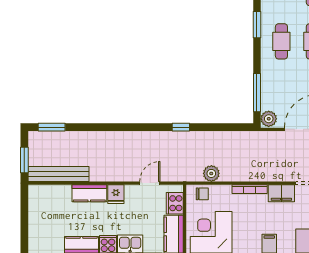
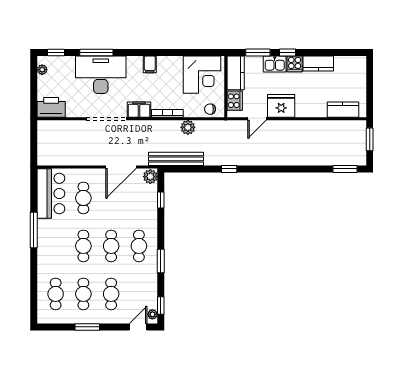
window: (257, 93) -> (161, 200), width x0.46
plant: (211, 173) -> (188, 127), moved
bench: (58, 174) -> (176, 159), moved
kitchen counter: (89, 193) -> (343, 110), moved
fridge: (116, 194) -> (281, 106), width x1.88, depth x1.34

